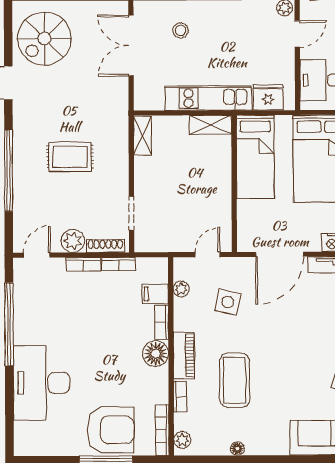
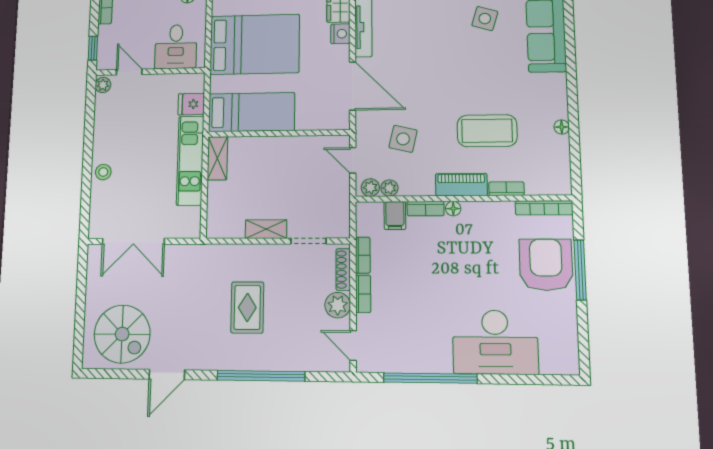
stool: (180, 30) -> (103, 172), moved
fridge: (268, 97) -> (191, 104), width x0.72
shelving: (143, 136) -> (266, 229), moved
floor lamp: (156, 354) -> (453, 209), width x0.53, depth x0.53
plant: (182, 440) -> (370, 188), moved

